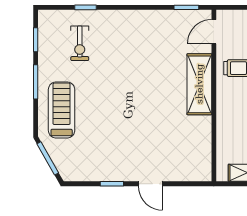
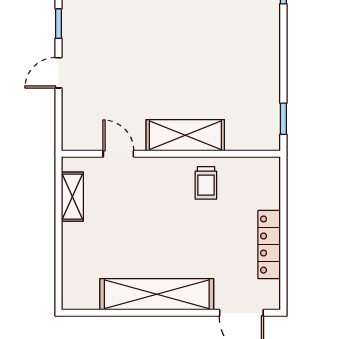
door: (214, 32) -> (118, 154), moved

